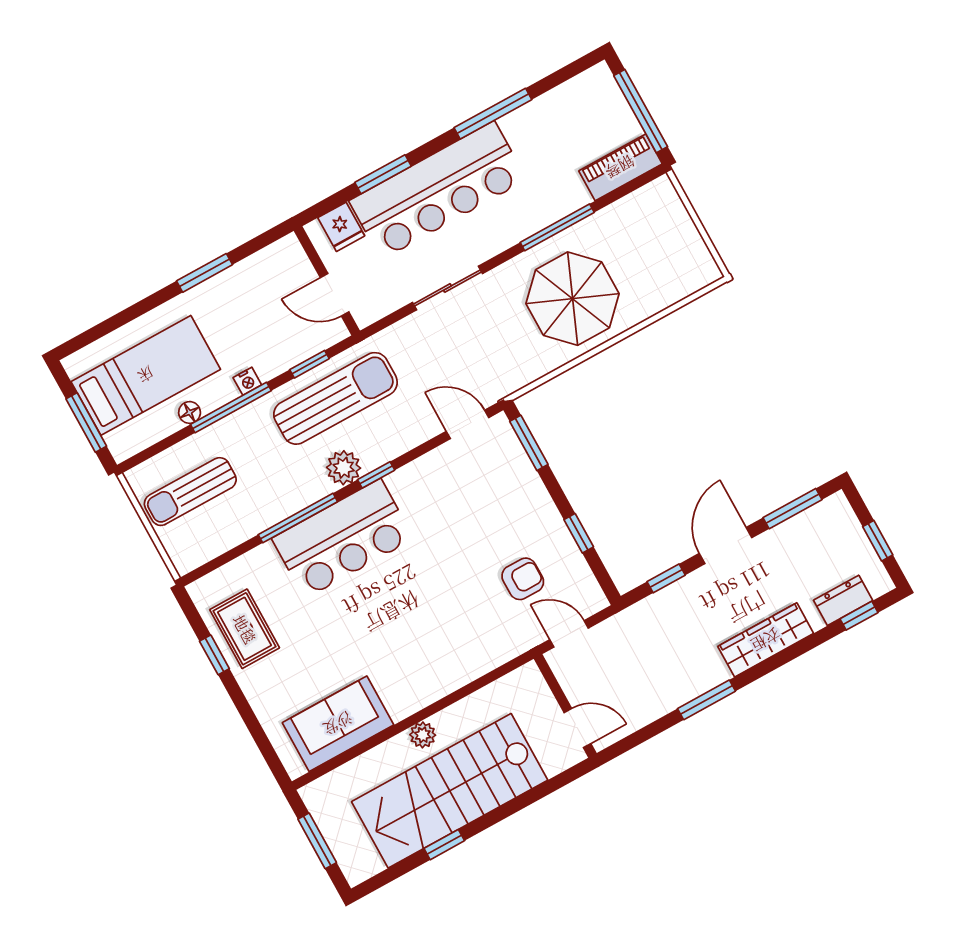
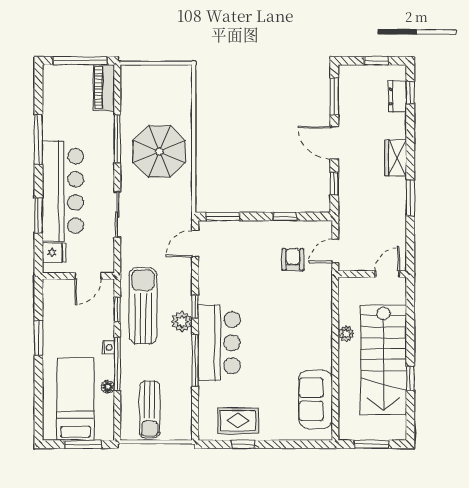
wardrobe: (766, 640) -> (396, 158), width x0.67
plant: (423, 735) -> (346, 334), moved

